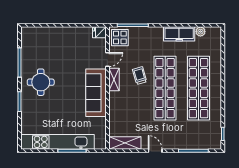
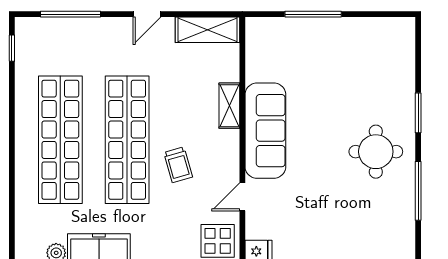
shelving: (114, 80) -> (229, 106), moved
kitchen unit: (58, 142) -> (342, 32), removed
door: (155, 151) -> (147, 14), hinge flipped

